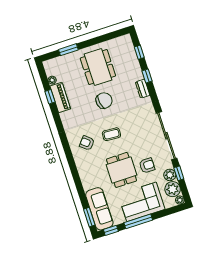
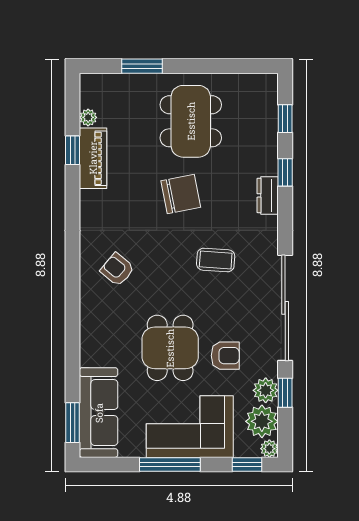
coffee table: (111, 134) -> (216, 260), moved
window: (111, 230) -> (247, 464), moved

